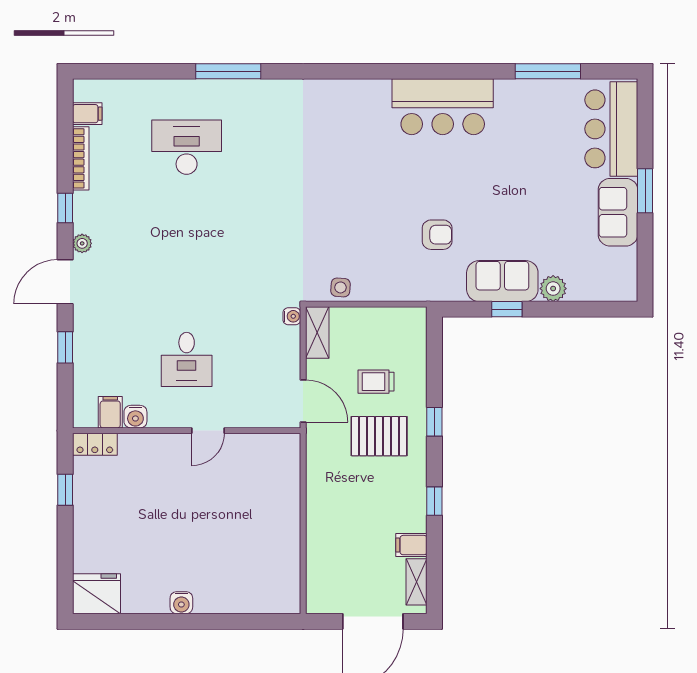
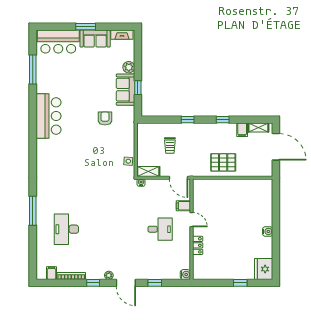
fireplace: (627, 273) -> (122, 35), added
door: (303, 401) -> (178, 178), swing flipped
filing cabinet: (110, 412) -> (183, 206), moved
water cooler: (135, 417) -> (185, 275), moved
pallet: (379, 436) -> (223, 162), moved, turned 90
locker: (95, 444) -> (198, 245), moved
window: (65, 490) -> (240, 283), moved

